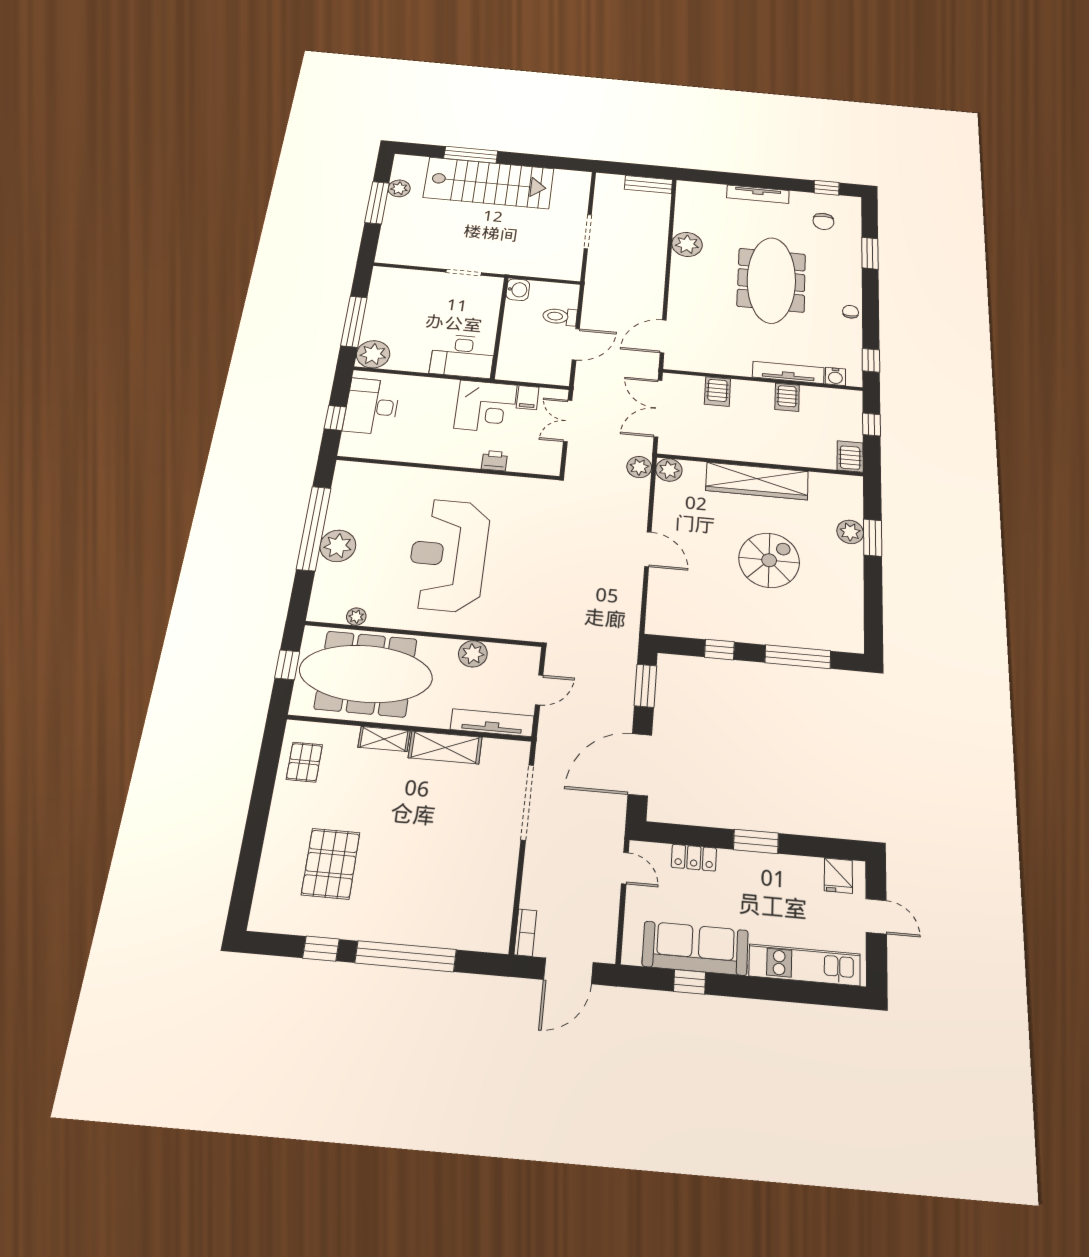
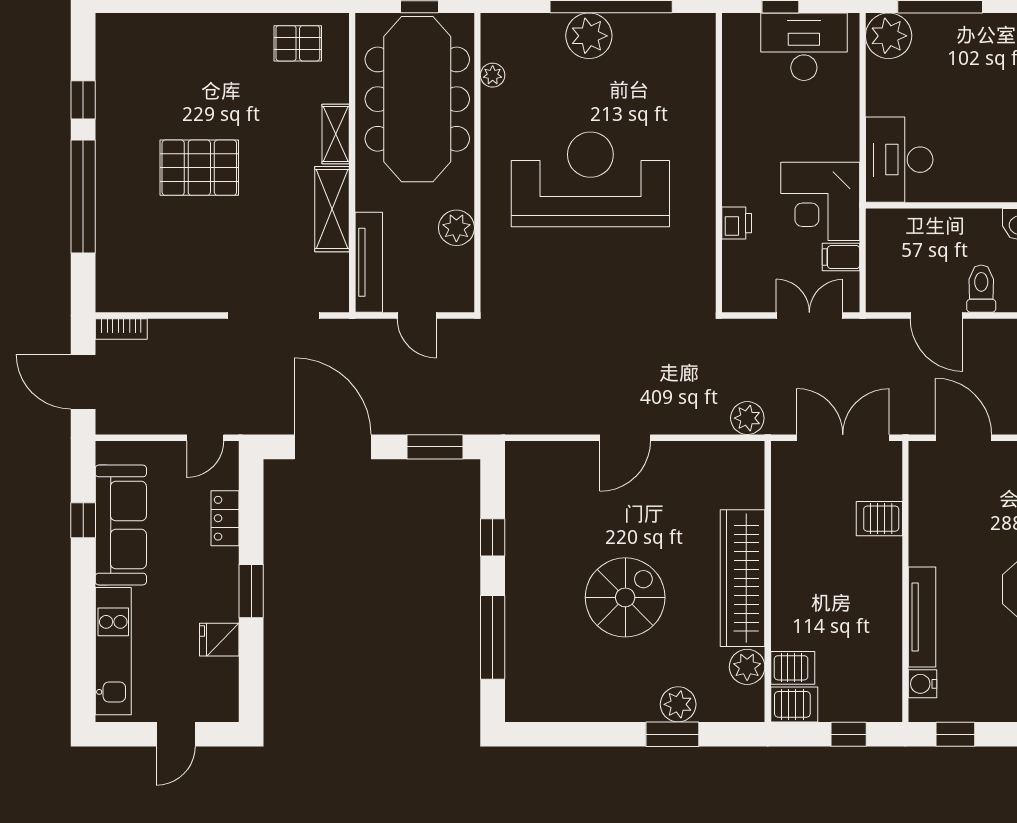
server rack: (787, 397) -> (793, 668), moved, turned 180
plant: (669, 470) -> (747, 667), moved
spiral stairs: (769, 560) -> (625, 597), turned -90
pallet: (331, 864) -> (199, 168), moved
fridge: (838, 876) -> (219, 640), moved

